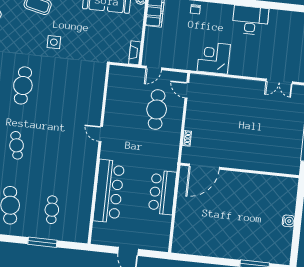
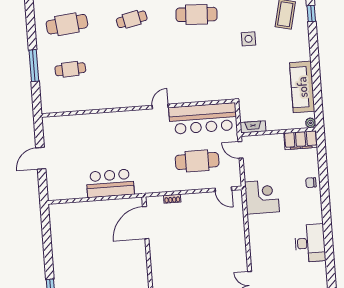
corner desk: (214, 58) -> (262, 197), moved
door: (187, 90) -> (223, 189), swing flipped
door: (204, 167) -> (146, 223), hinge flipped
bar counter: (109, 191) -> (203, 118), moved

